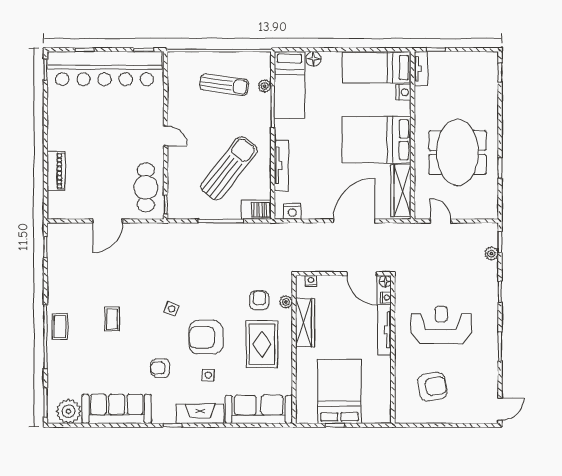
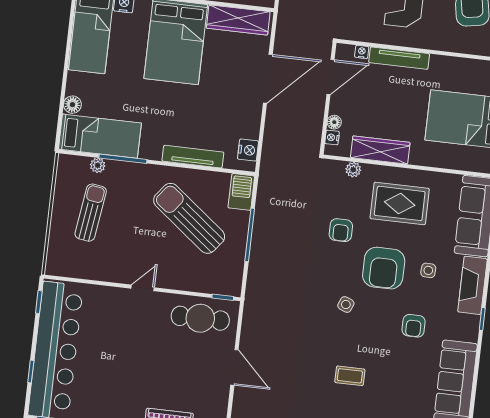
door: (354, 221) -> (268, 79), swing flipped
floor lamp: (385, 281) -> (334, 122), moved
armchair: (259, 300) -> (341, 230), moved, turned -90

